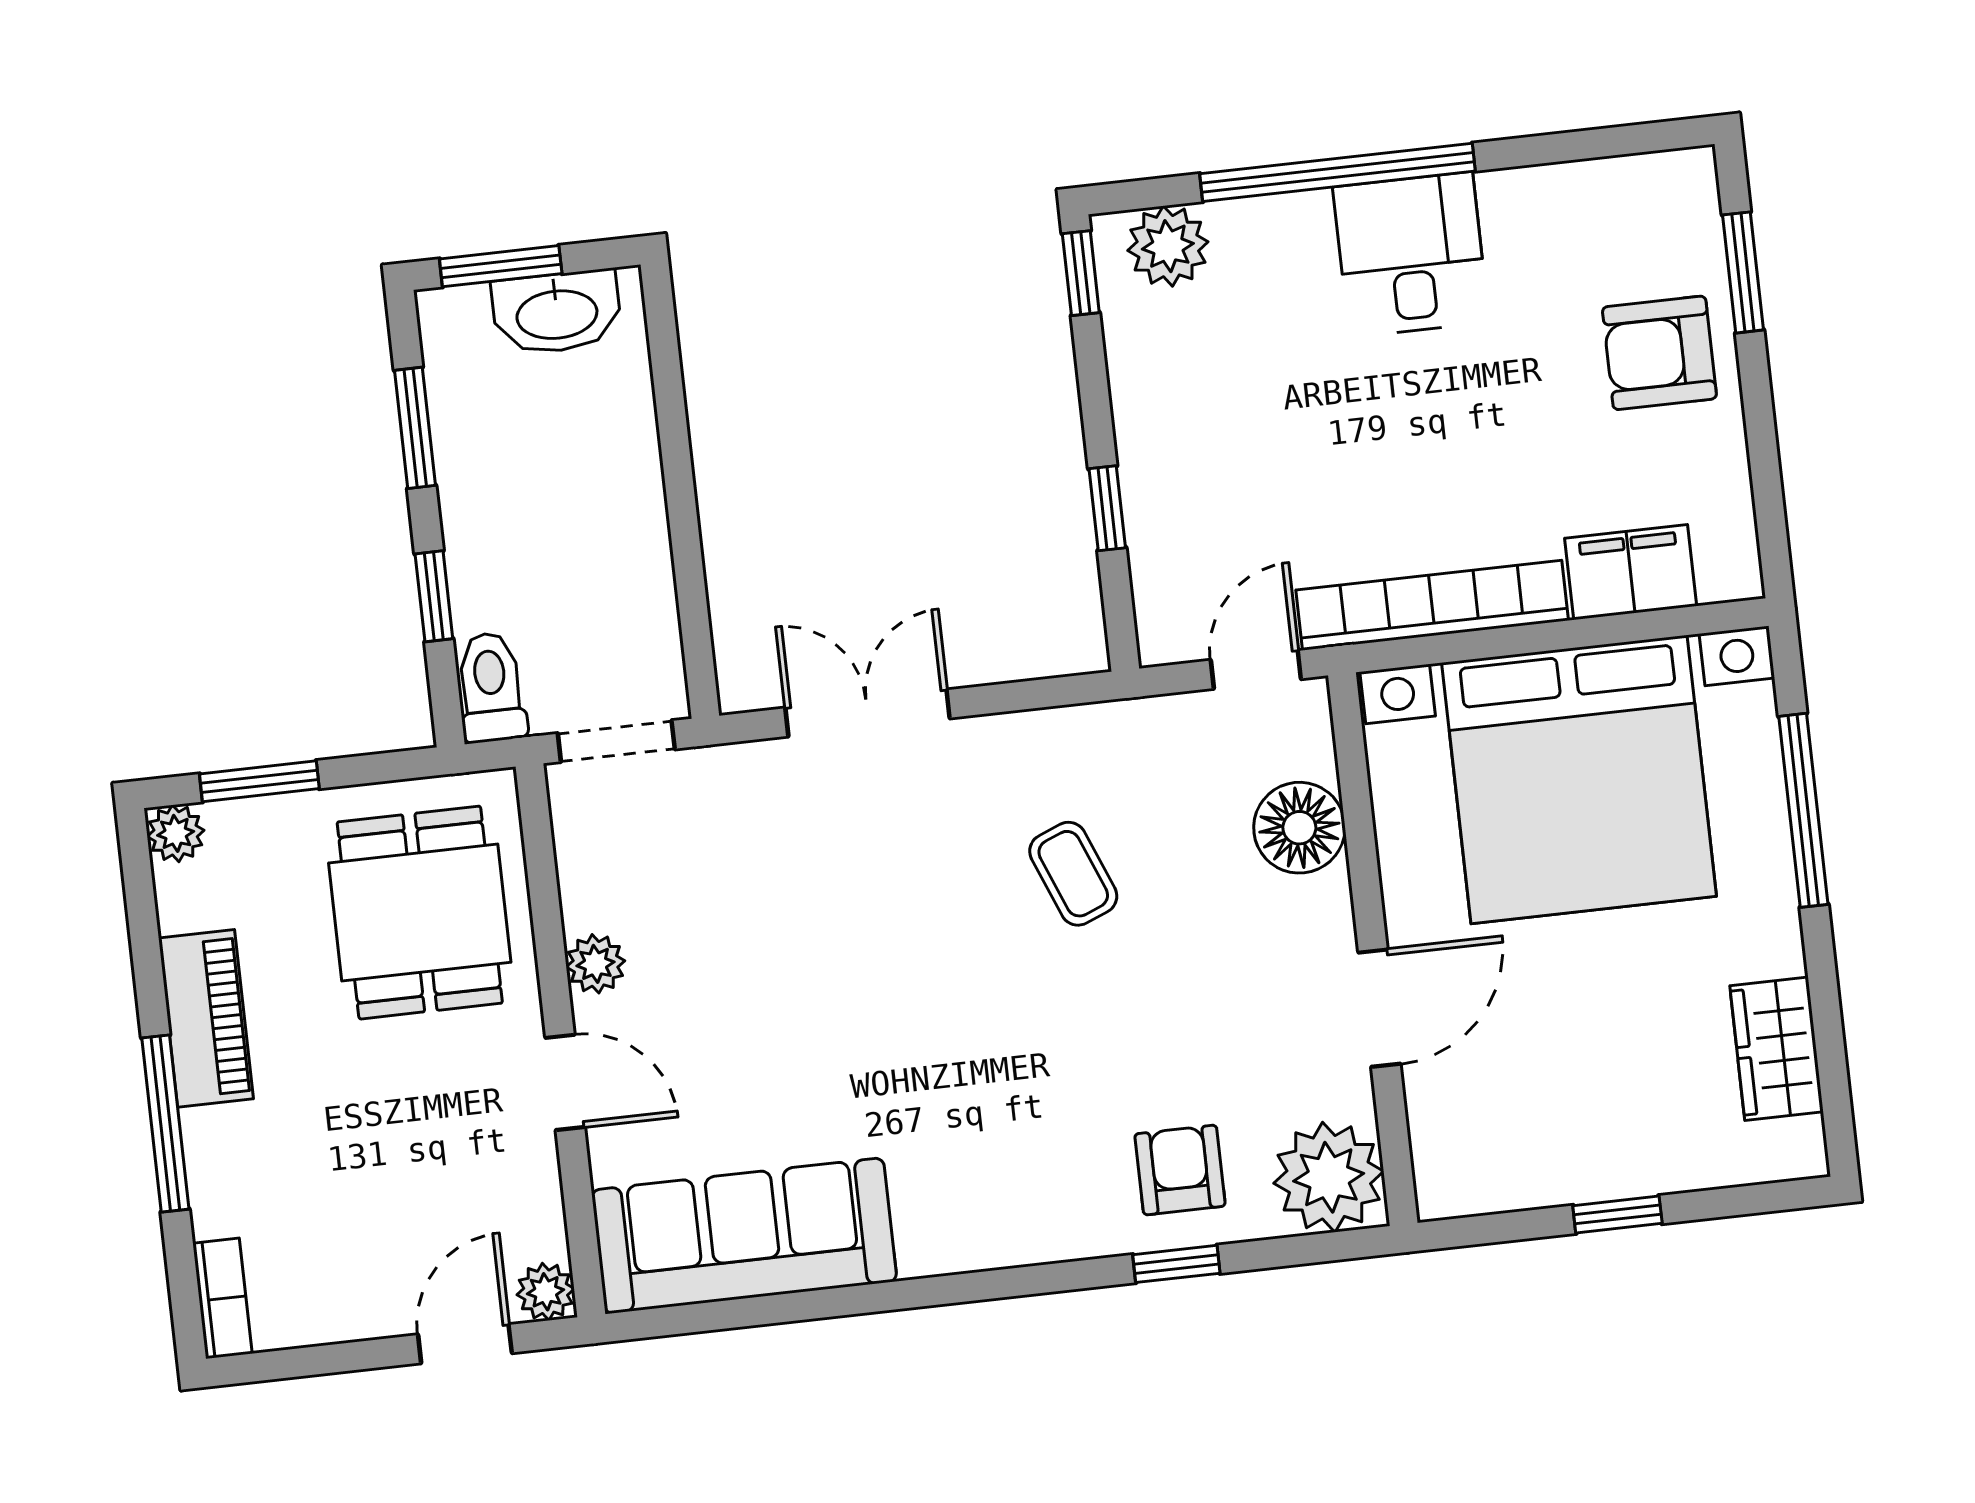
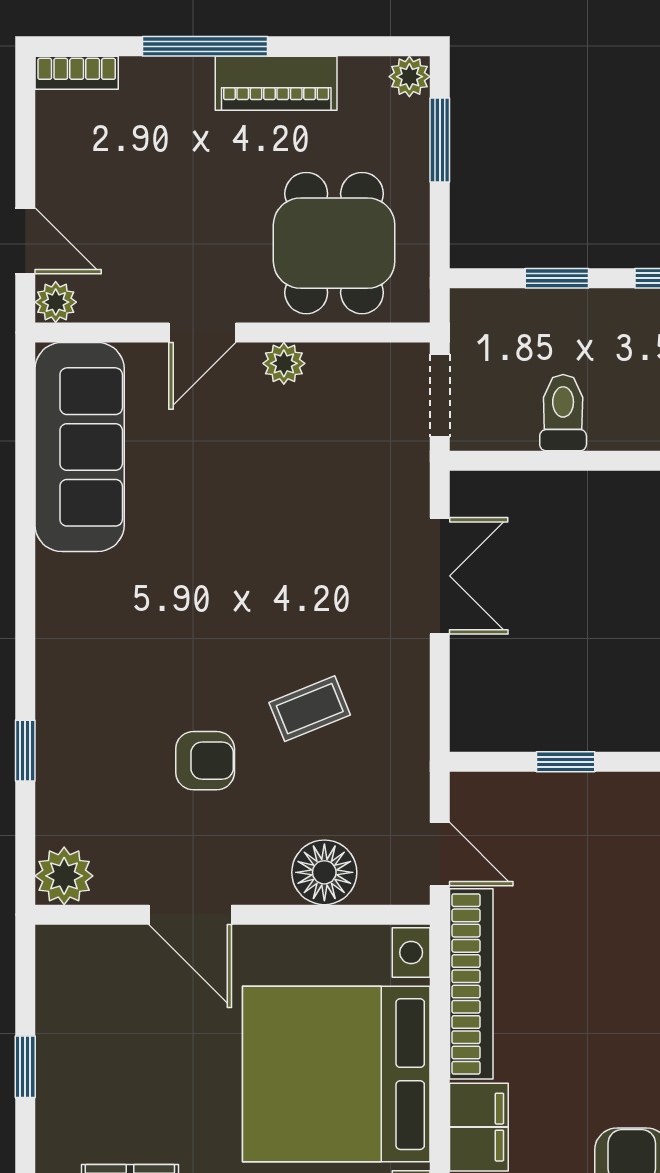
toilet: (491, 687) -> (563, 413), moved, turned -90
dining table: (420, 913) -> (334, 243), turned 90
armchair: (1180, 1170) -> (205, 761), moved
plant: (1329, 1177) -> (64, 876), width x0.73, depth x0.73

